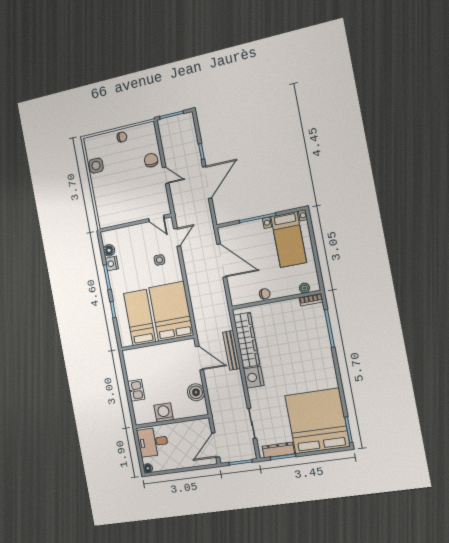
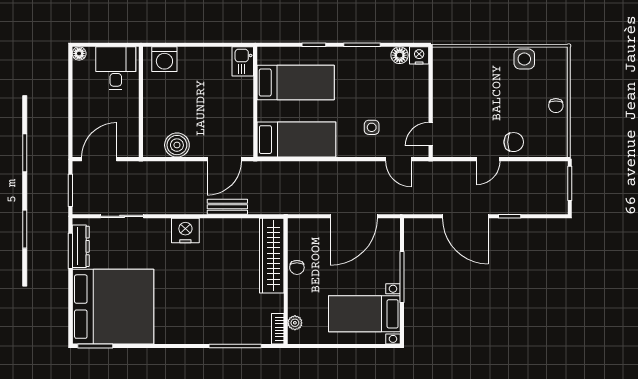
nightstand: (112, 264) -> (419, 55), moved
bed: (171, 311) -> (296, 140), width x0.67
wardrobe: (246, 340) -> (272, 256), moved, turned 90
bench: (232, 350) -> (227, 207), width x0.73
kitchen sink: (136, 390) -> (243, 61), moved, turned 90
washing machine: (164, 413) -> (164, 59), moved, turned 90
door: (216, 445) -> (99, 159), hinge flipped

